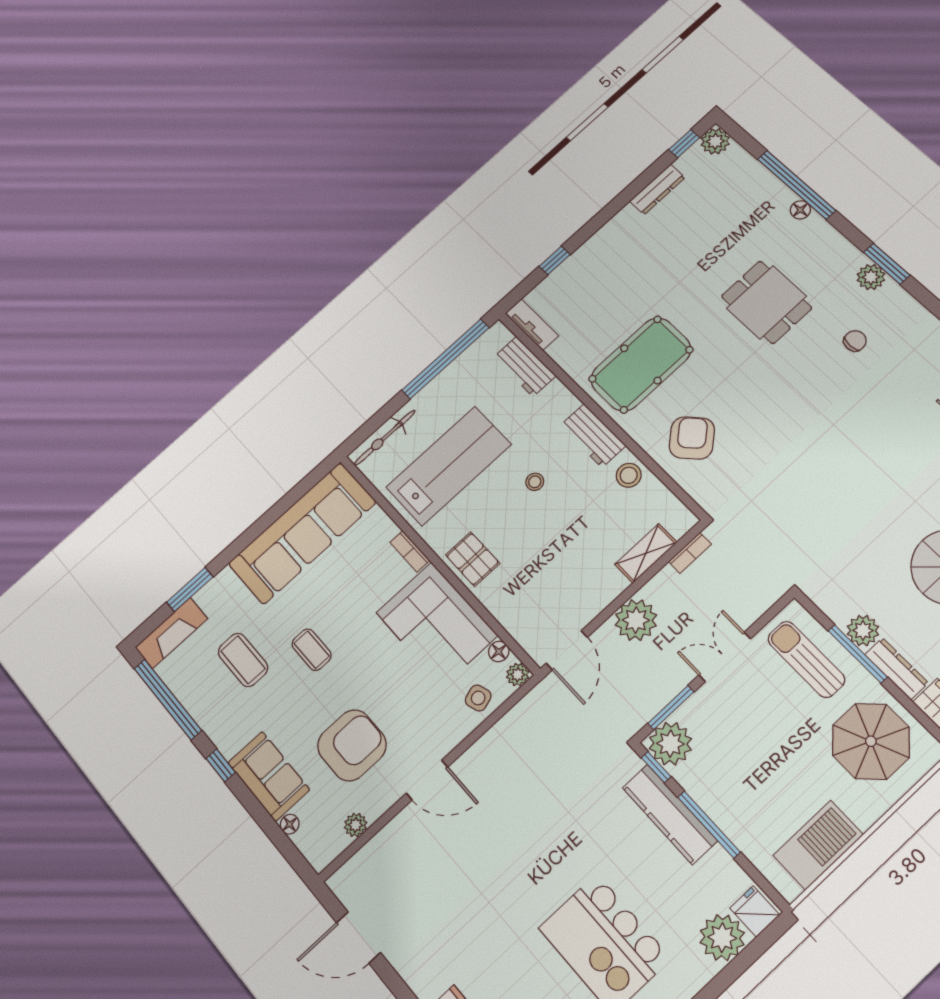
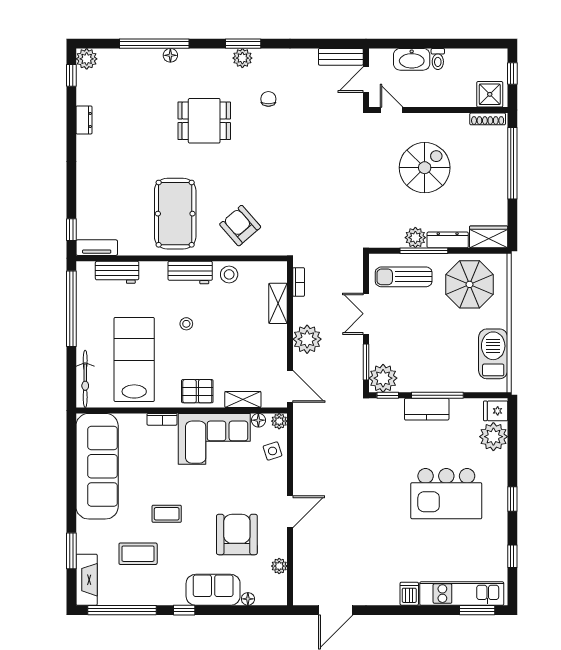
dresser: (657, 189) -> (84, 120), width x0.70
window: (555, 260) -> (71, 230), moved
shelving: (507, 614) -> (243, 400), added
kitchen counter: (670, 814) -> (427, 409), width x0.67

